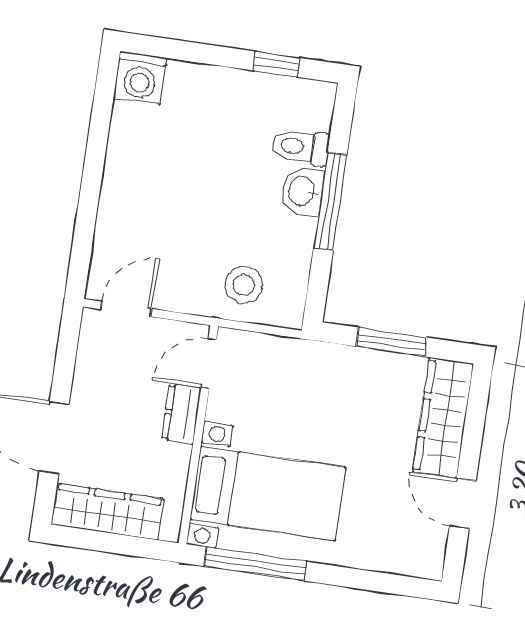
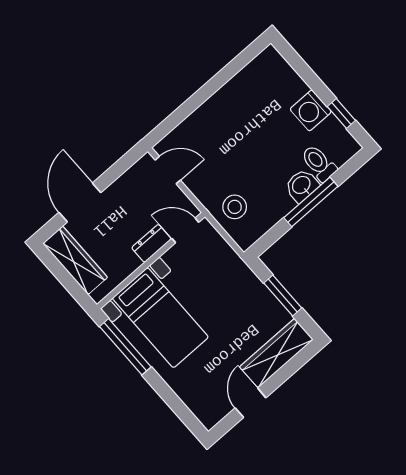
washing machine: (140, 78) -> (311, 110), moved

